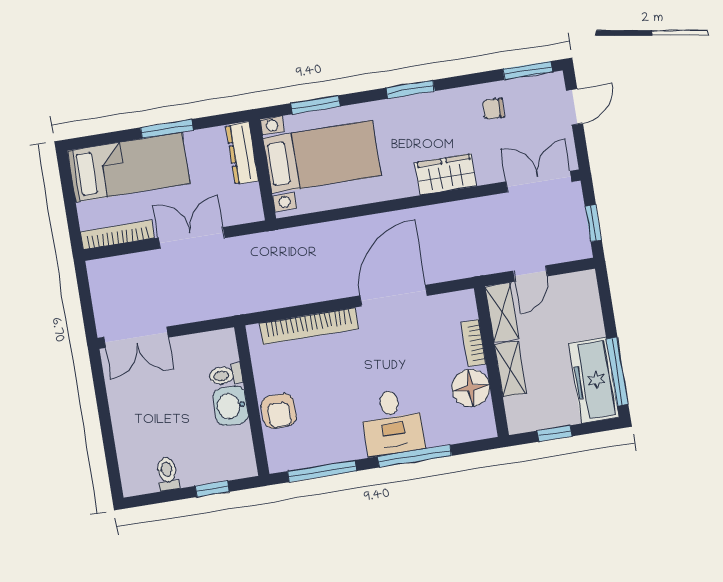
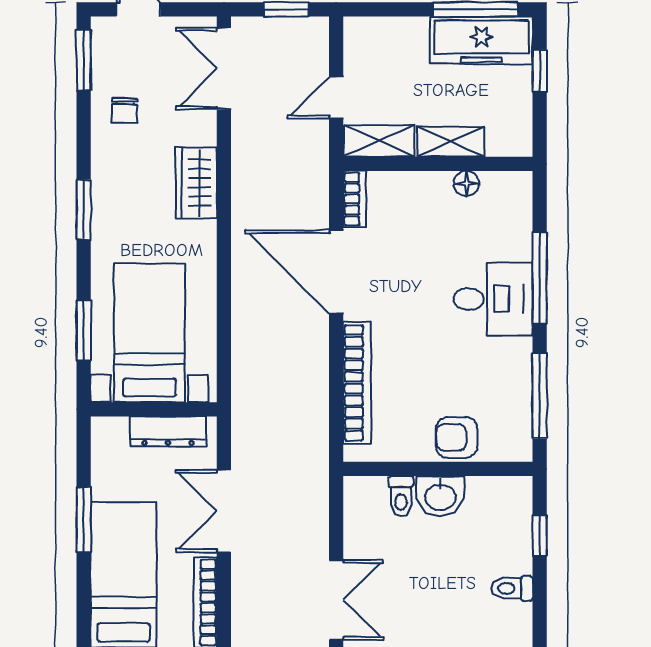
dresser: (242, 153) -> (168, 431), moved
door: (530, 273) -> (336, 98), swing flipped
bookcase: (474, 343) -> (355, 199), moved, turned -90
floor lamp: (471, 388) -> (466, 183), width x0.53, depth x0.53
armchair: (279, 411) -> (456, 437), turned 180
window: (555, 433) -> (540, 71), moved

